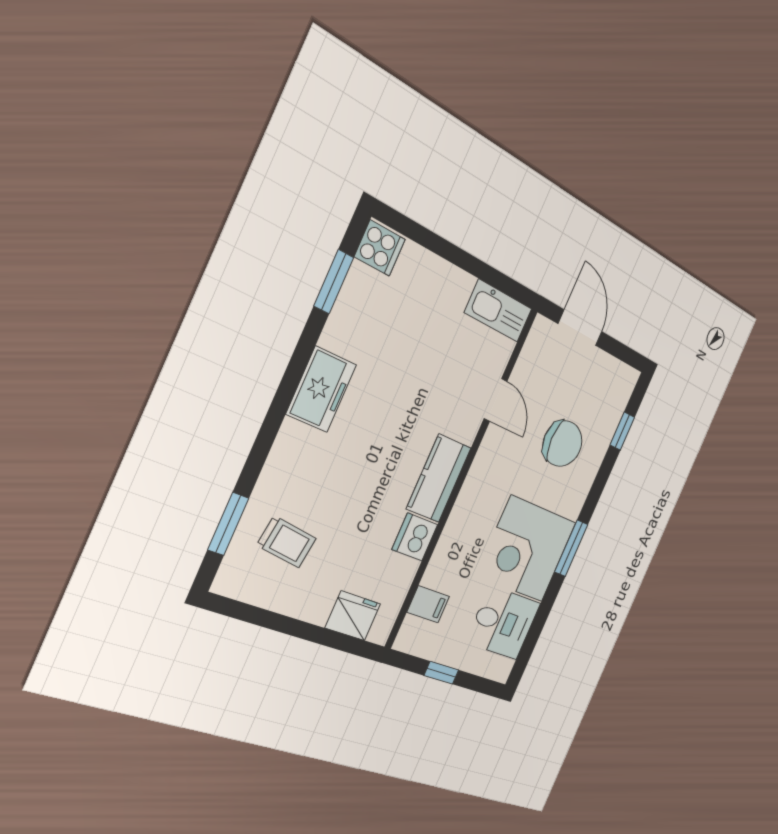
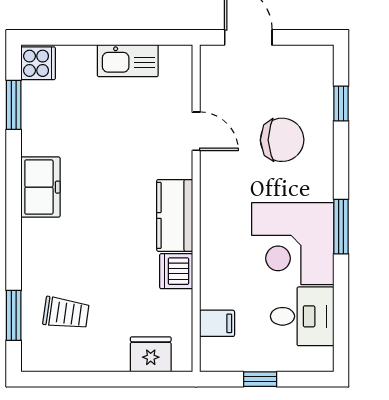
kitchen sink: (498, 311) -> (128, 61), moved

